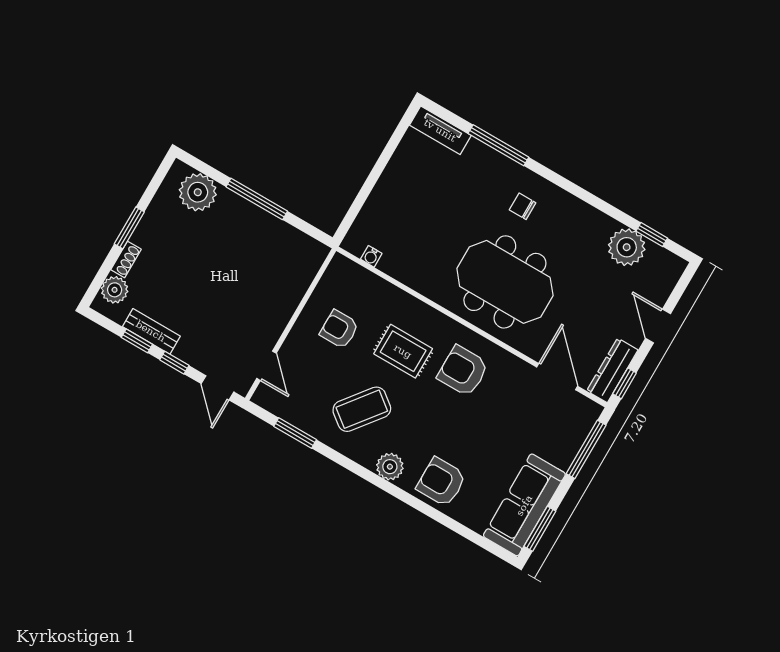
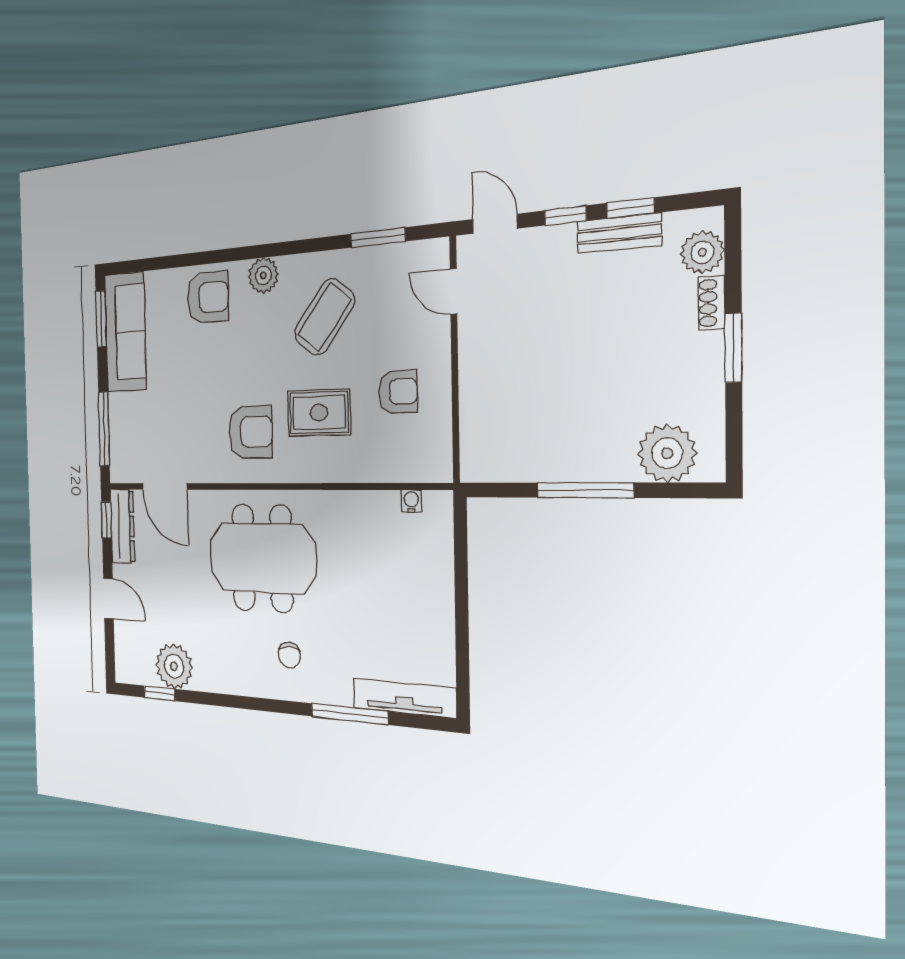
tv unit: (440, 130) -> (404, 698), width x1.41
chair: (523, 206) -> (289, 655), turned 90

